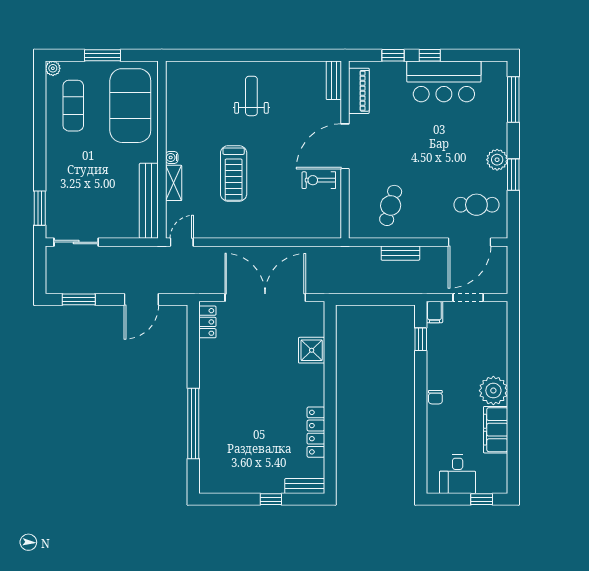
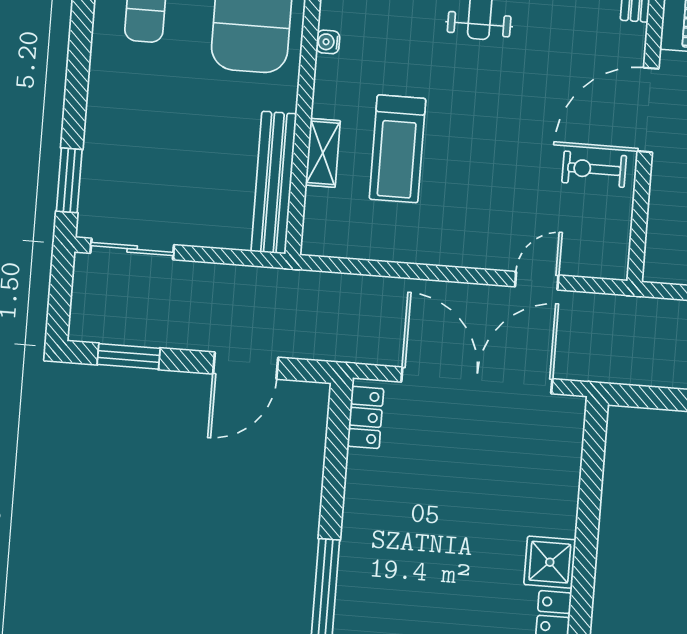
water cooler: (172, 157) -> (328, 42), moved
treadmill: (234, 174) -> (397, 149), moved
door: (182, 242) -> (537, 281), moved
shower: (312, 350) -> (550, 562), moved

